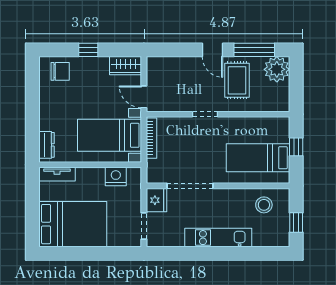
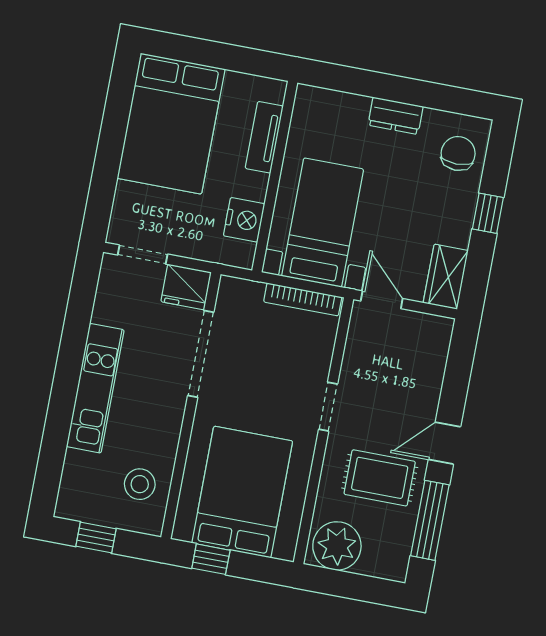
plant: (277, 69) -> (337, 546), moved
chair: (60, 71) -> (458, 153), turned 180
door: (144, 97) -> (382, 300), hinge flipped
dresser: (47, 145) -> (396, 116), moved
window: (296, 147) -> (211, 559), moved
bed: (258, 158) -> (242, 492), width x1.50
tv unit: (57, 174) -> (264, 137), moved

